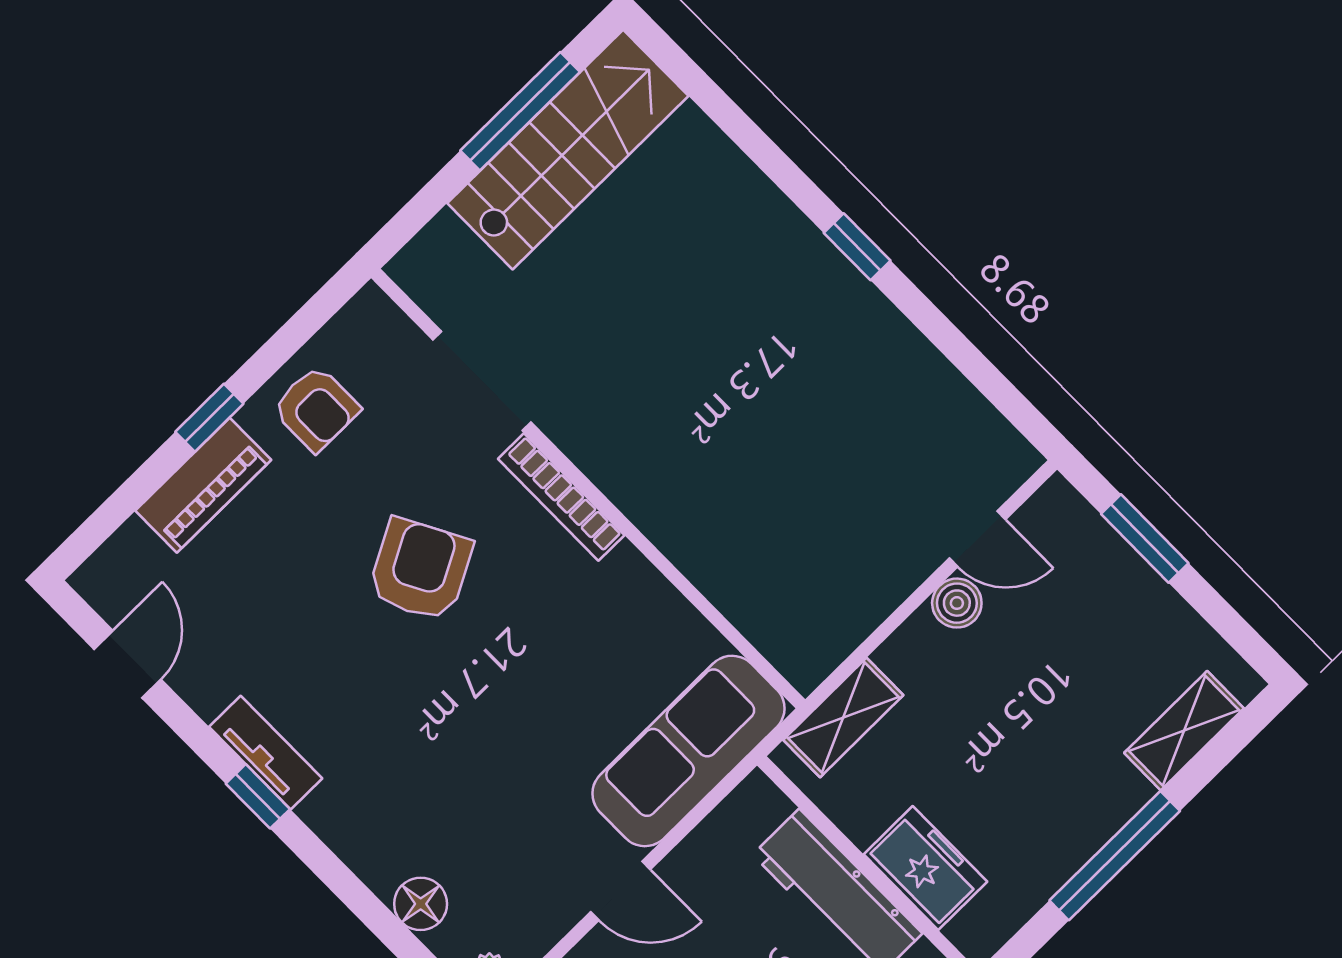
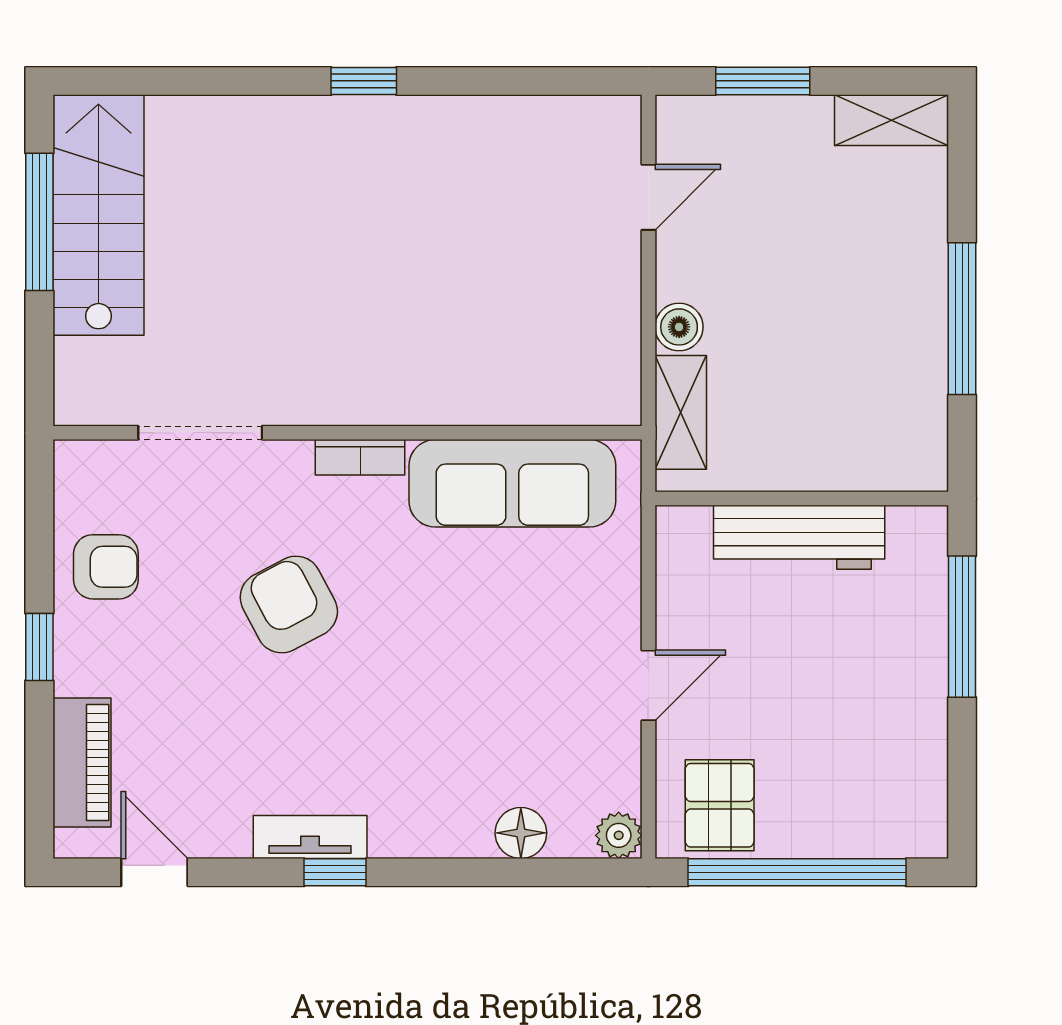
piano: (203, 485) -> (82, 762), moved
bookcase: (561, 497) -> (360, 457), width x0.64
boiler: (957, 603) -> (679, 327), moved
shelving: (1184, 731) -> (892, 120), moved, turned 90
sofa: (688, 751) -> (512, 483), moved, turned -90
freezer: (925, 868) -> (841, 458), removed

